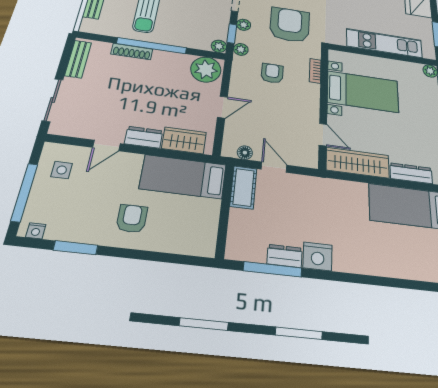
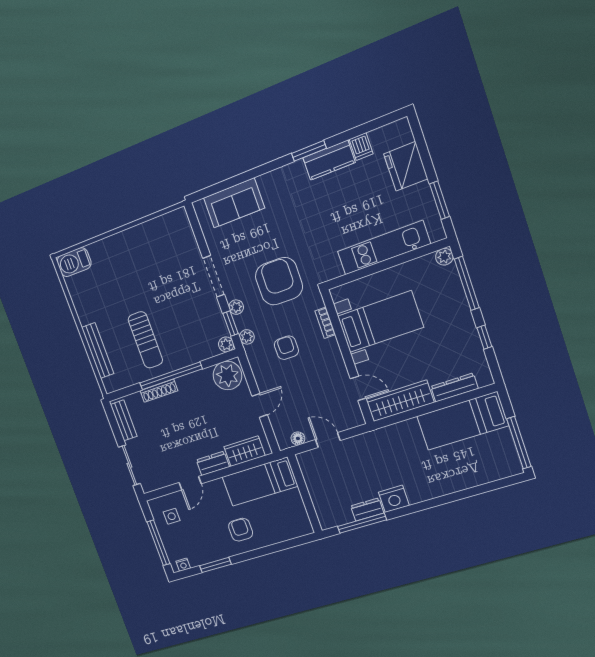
cot: (243, 187) -> (311, 469), removed

